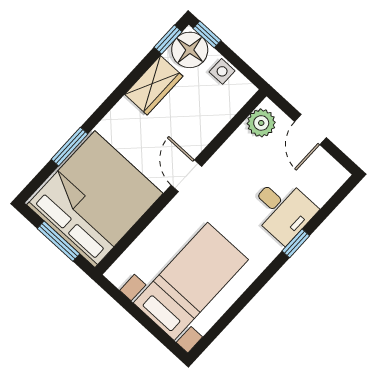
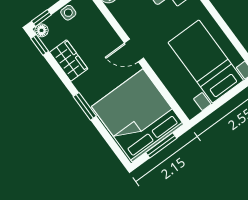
floor lamp: (190, 50) -> (42, 30), width x0.53, depth x0.53
window: (69, 147) -> (85, 106), moved

